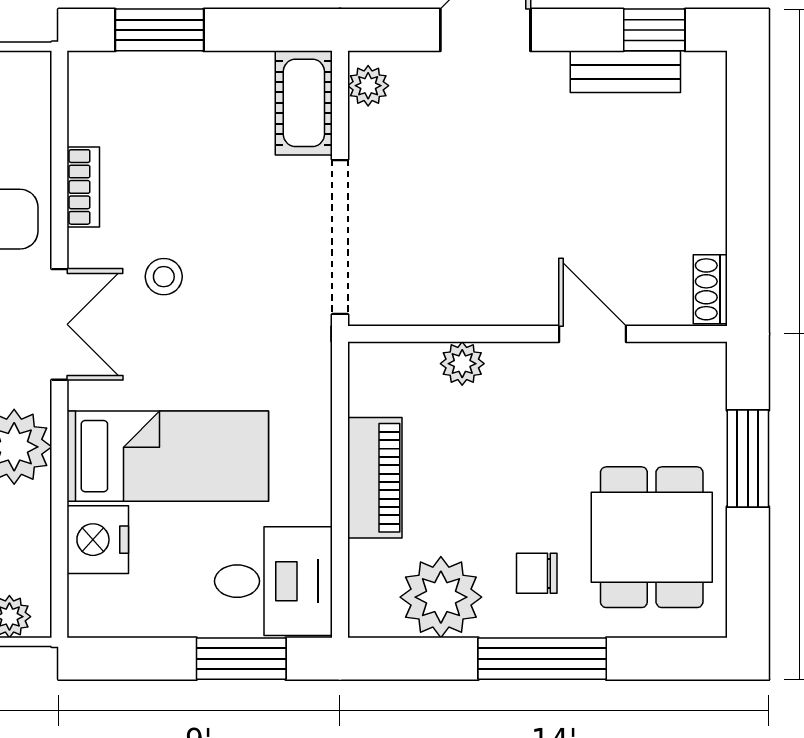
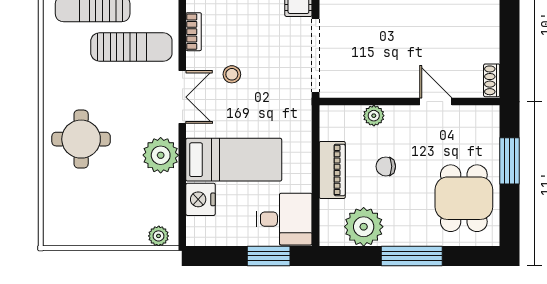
chair: (537, 573) -> (386, 166), moved

